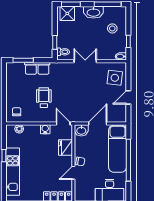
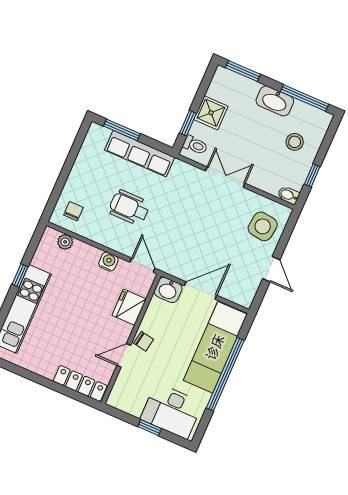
shower: (67, 13) -> (211, 113), moved
row of seats: (37, 68) -> (140, 154), width x1.48
door: (128, 97) -> (271, 269), swing flipped
wheelchair: (44, 98) -> (129, 208), turned -90

